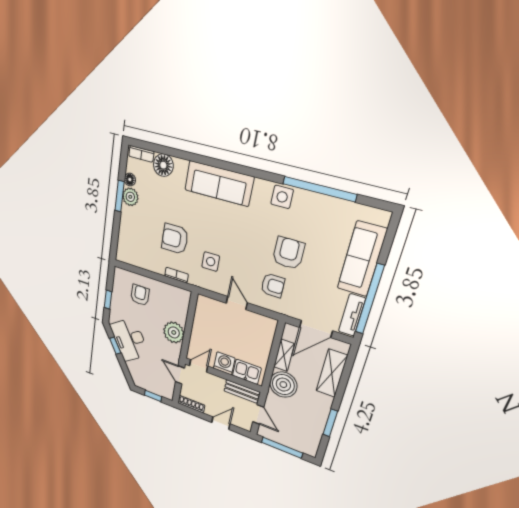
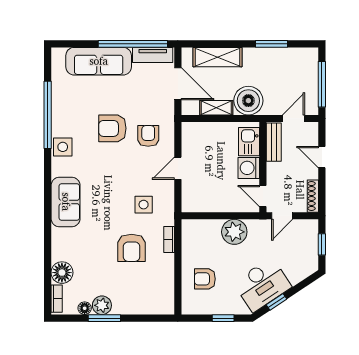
sofa: (219, 183) -> (66, 202), width x0.73

